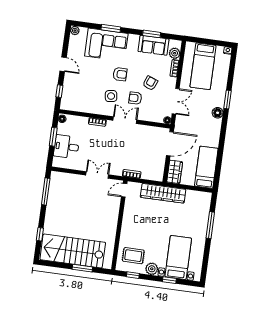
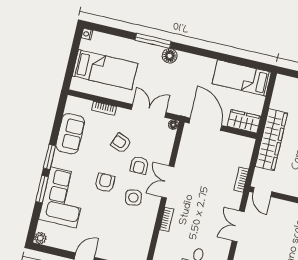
window: (152, 34) -> (49, 157), moved
plant: (175, 53) -> (84, 106), removed
window: (228, 100) -> (153, 41), width x1.44

